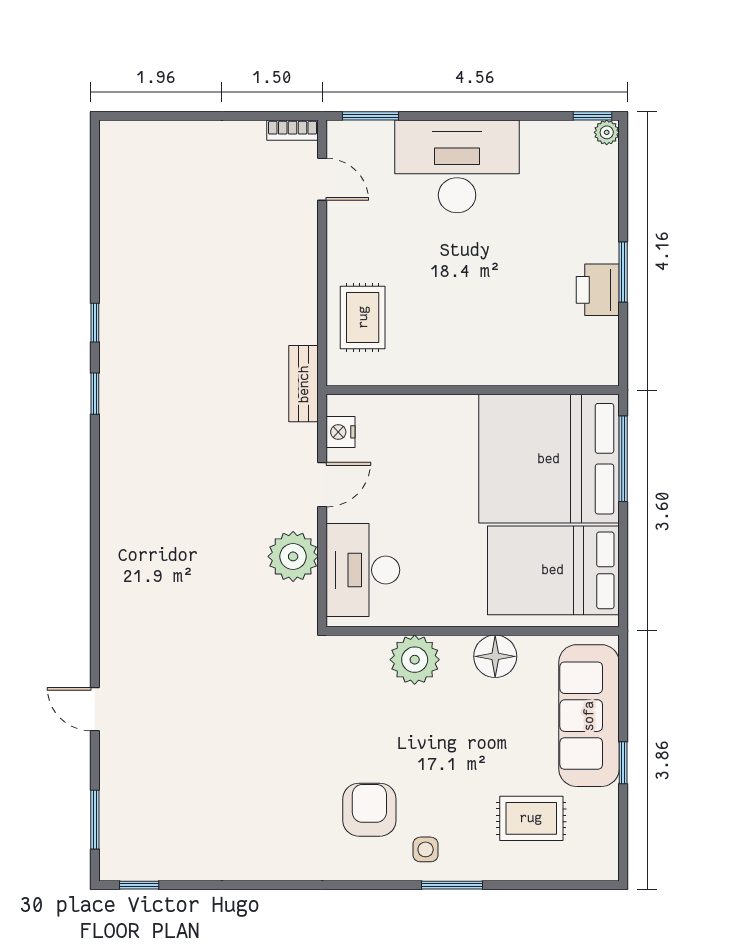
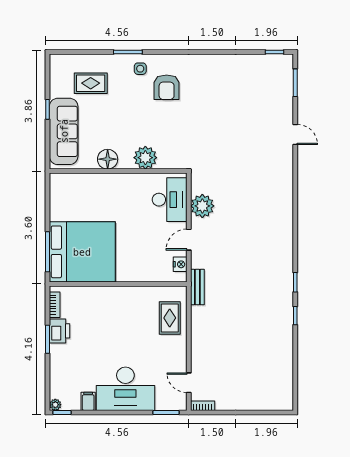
filing cabinet: (537, 140) -> (88, 401), added
bookcase: (608, 346) -> (55, 305), added
bed: (553, 570) -> (80, 199), removed

